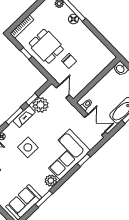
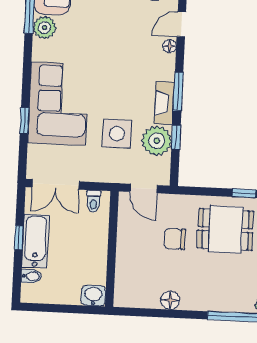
floor lamp: (73, 19) -> (170, 300), moved
side table: (28, 147) -> (117, 134), moved
plant: (51, 181) -> (44, 28), moved

